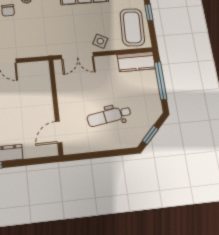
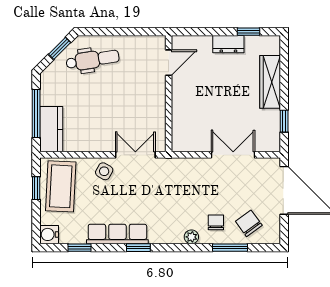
window: (149, 12) -> (36, 188), moved
kitchen counter: (136, 62) -> (51, 129), moved, turned 90
dental chair: (109, 116) -> (93, 60), moved

